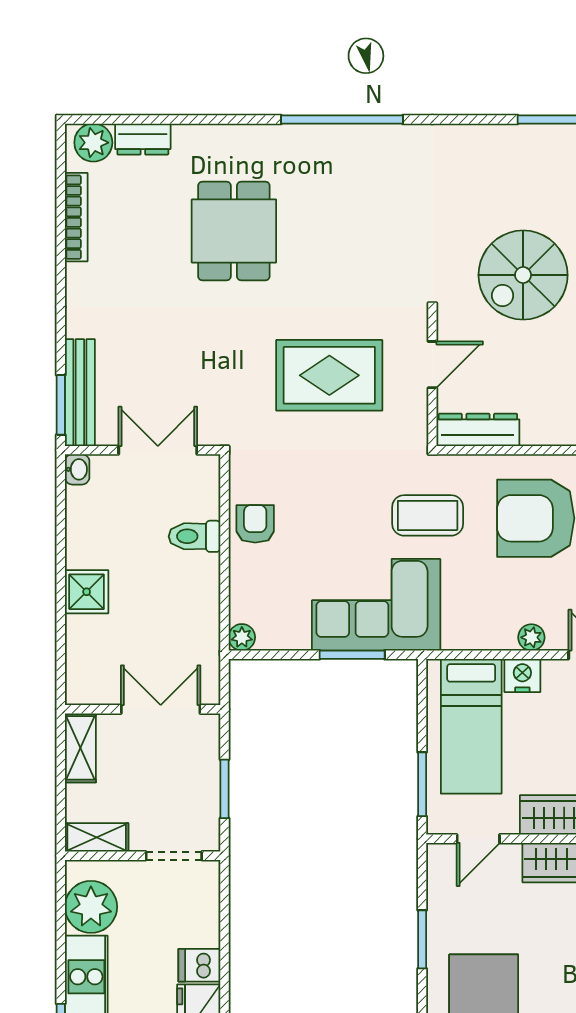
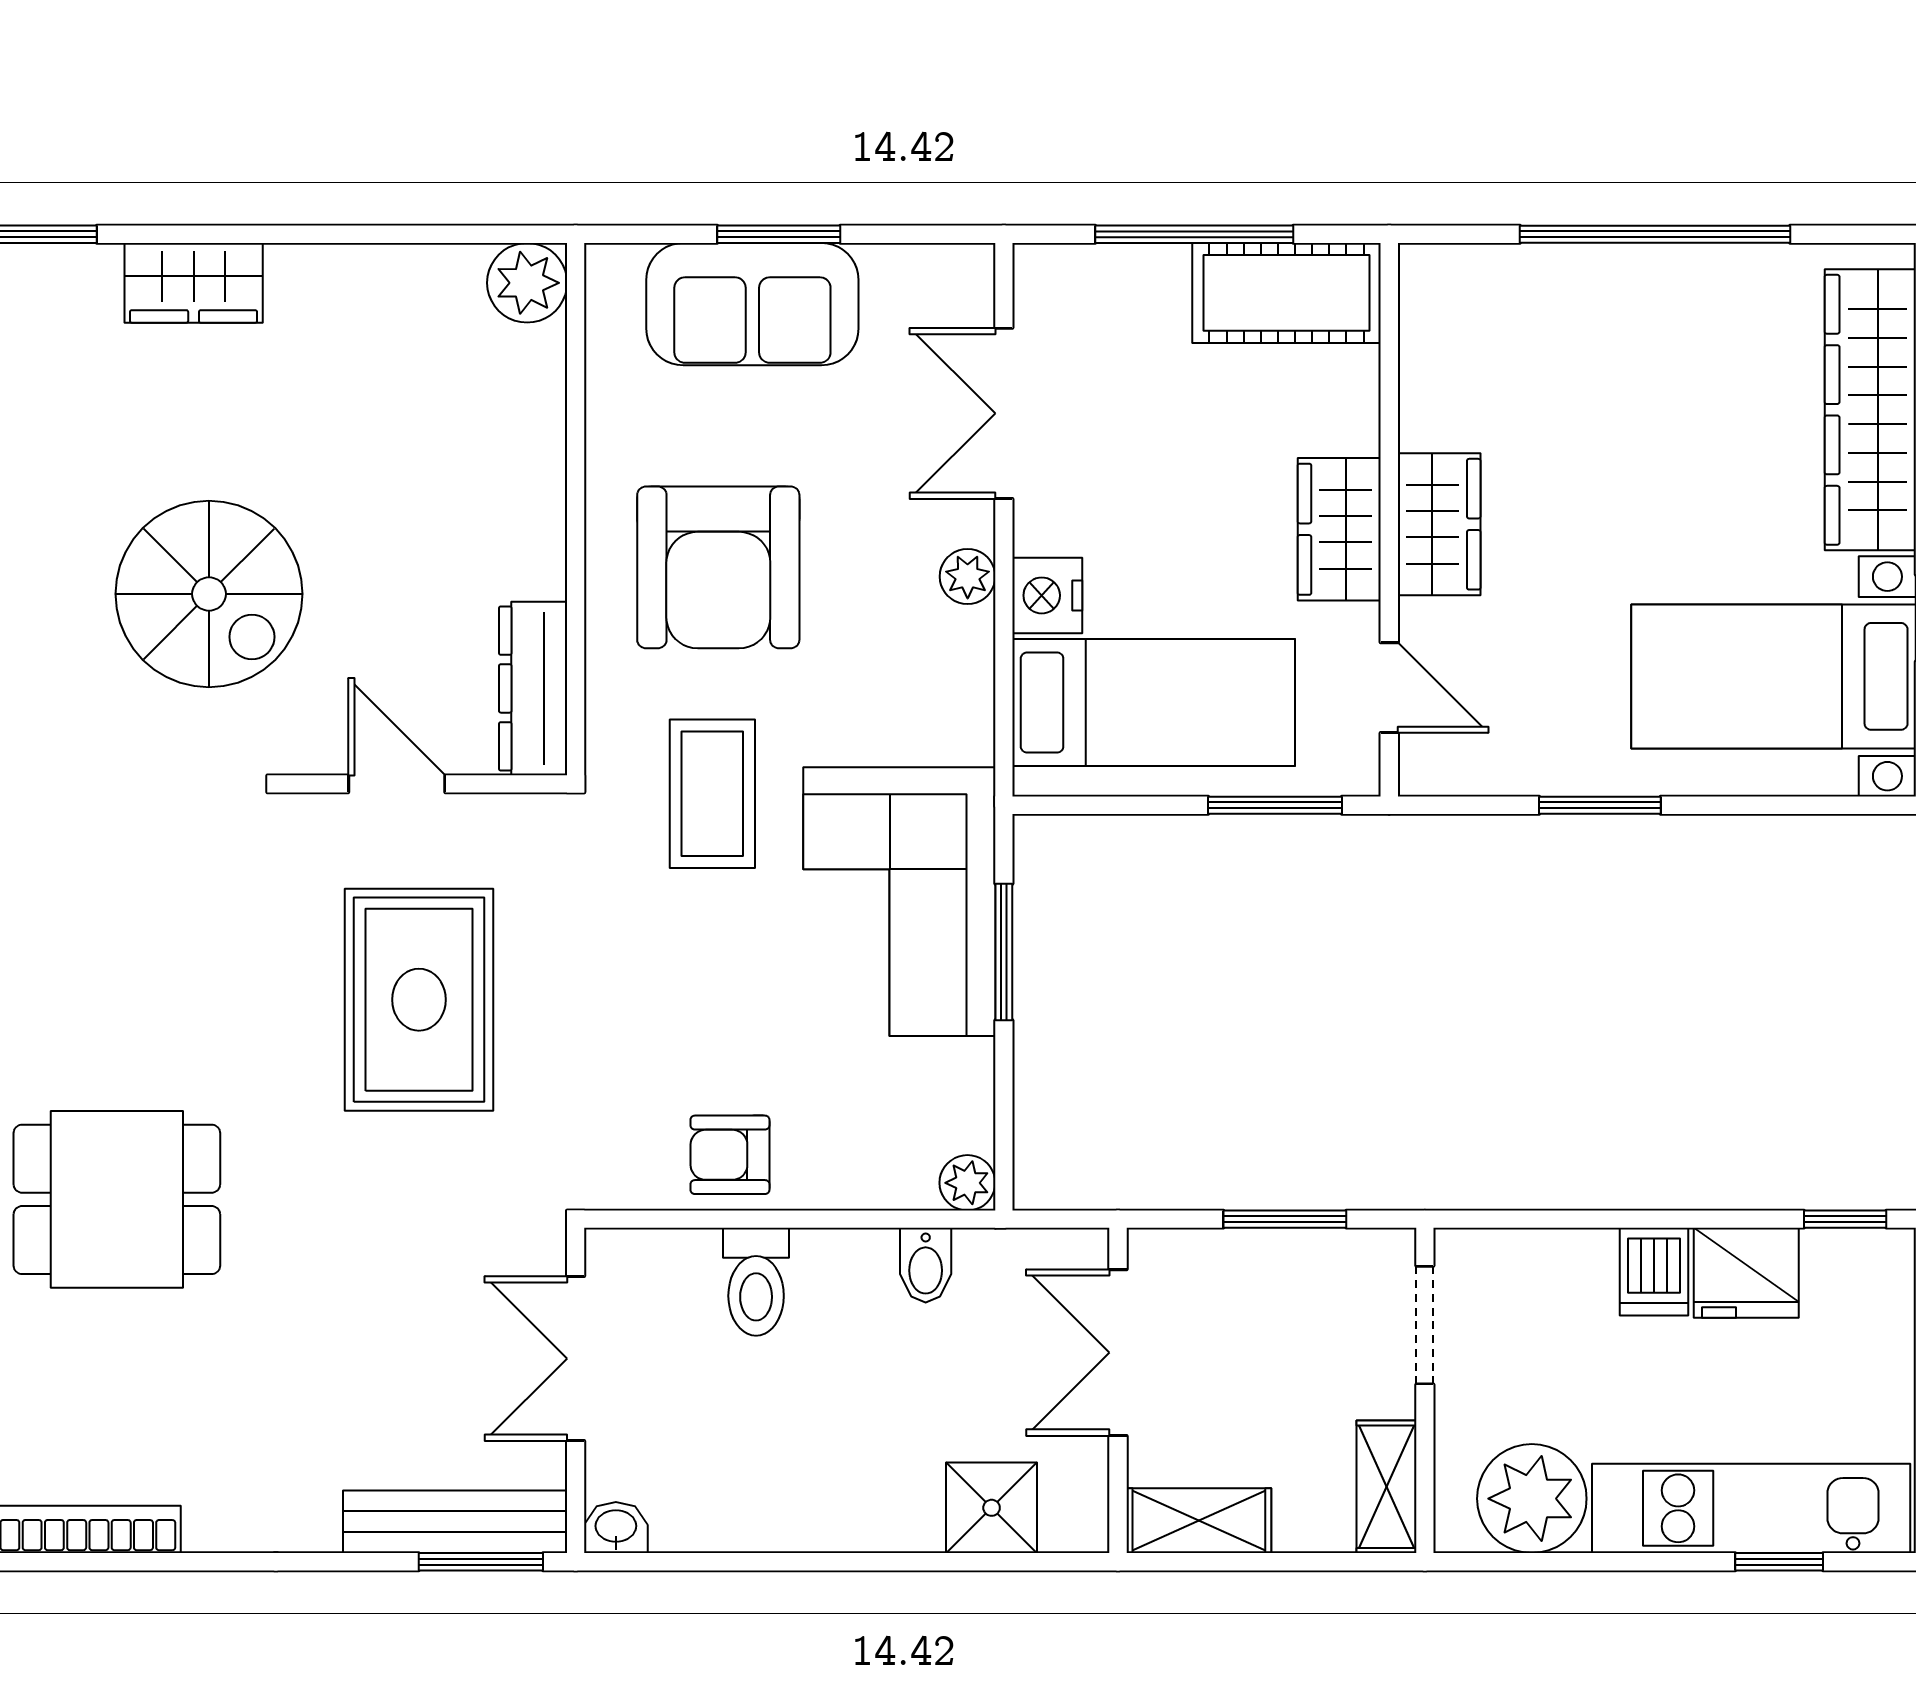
shower: (87, 592) -> (992, 1508), moved
bidet: (202, 617) -> (926, 1265), added

